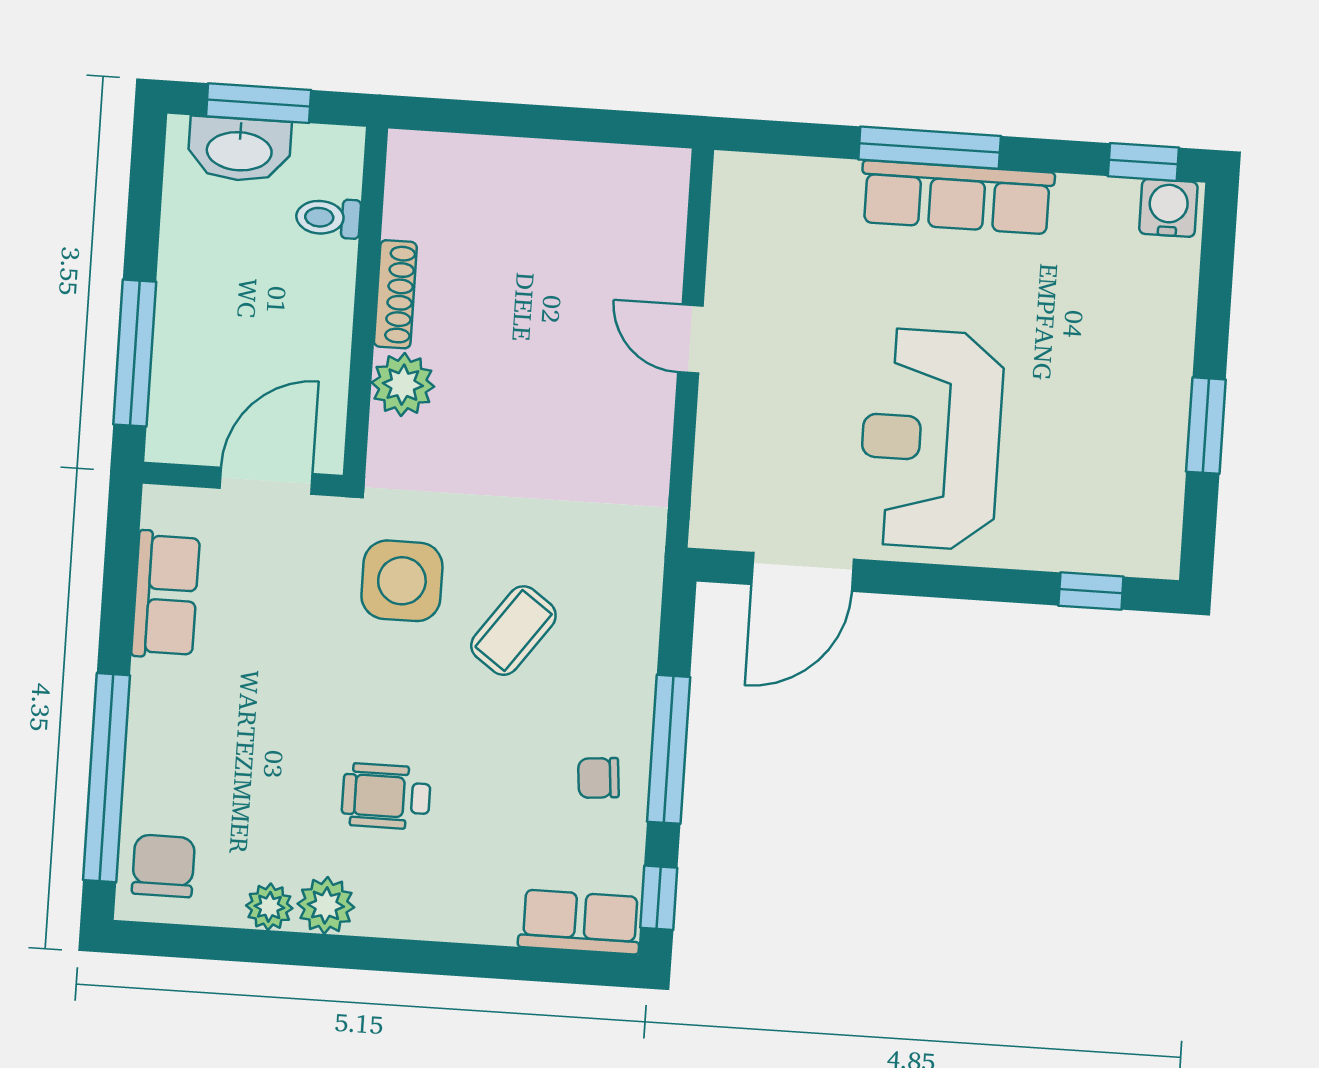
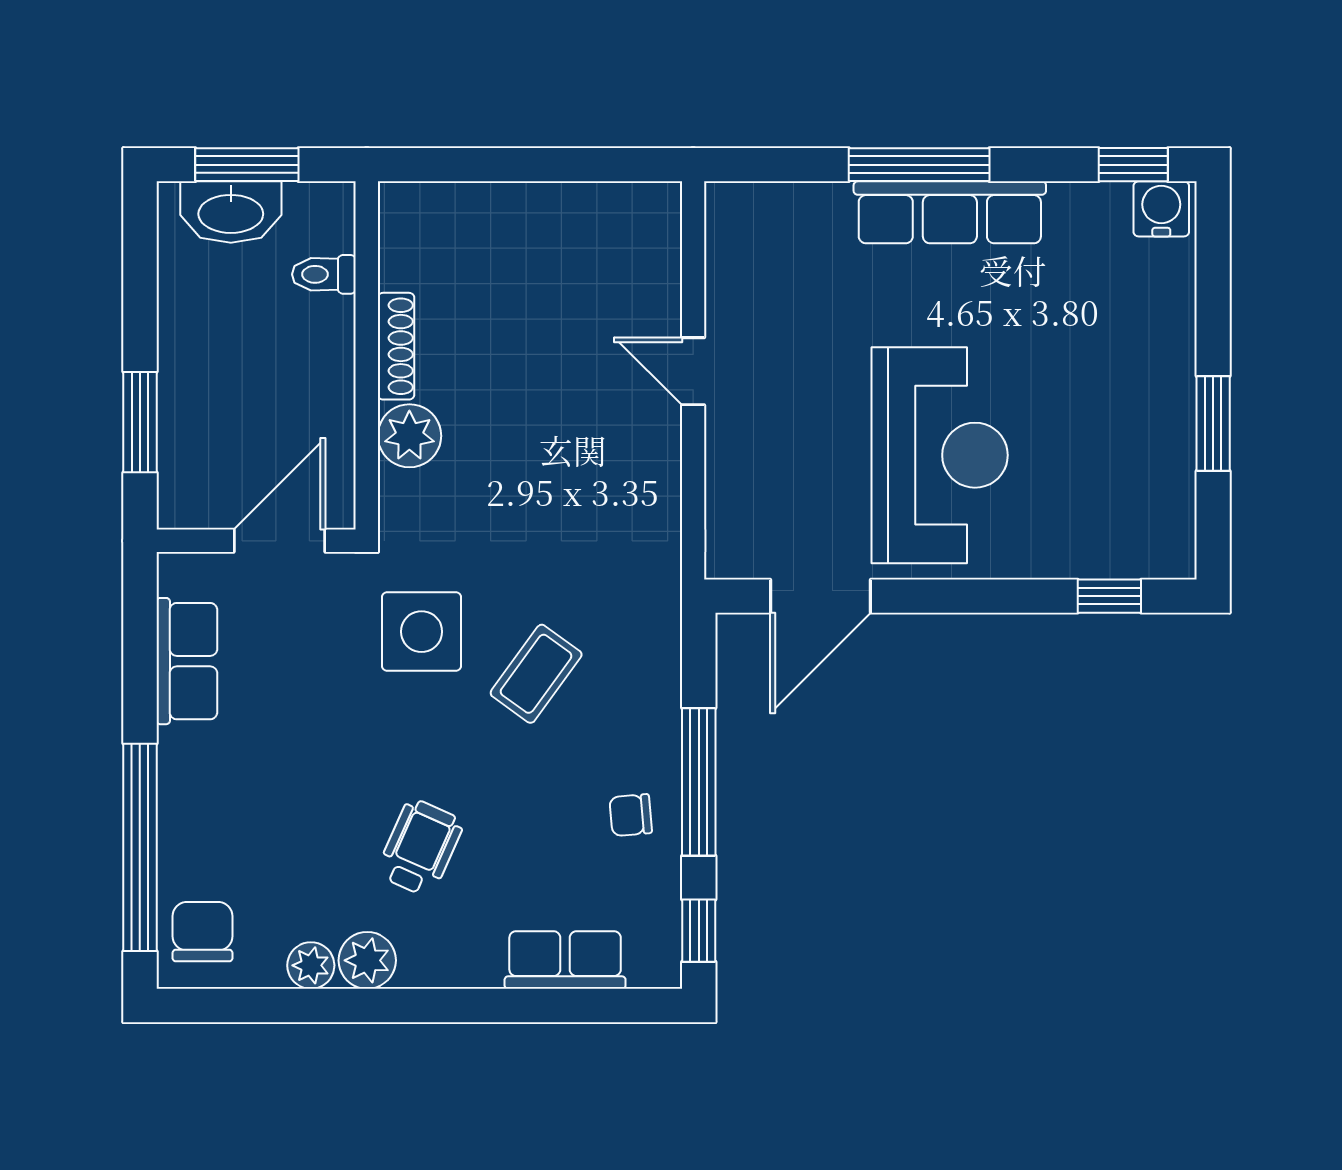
window: (135, 353) -> (140, 422), width x0.69
reception desk: (931, 439) -> (940, 455), turned 180
wheelchair: (386, 796) -> (420, 848), turned 114
row of seats: (580, 922) -> (565, 960), moved

